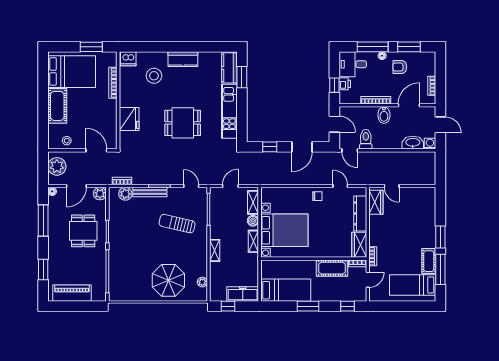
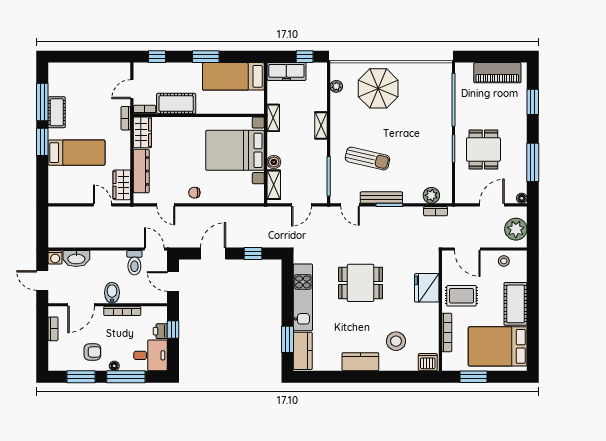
rug: (101, 112) -> (461, 296), added
bench: (150, 192) -> (381, 198), moved
plant: (100, 194) -> (463, 196), removed
shelving: (253, 241) -> (273, 118), moved
bed: (413, 285) -> (77, 153), moved

